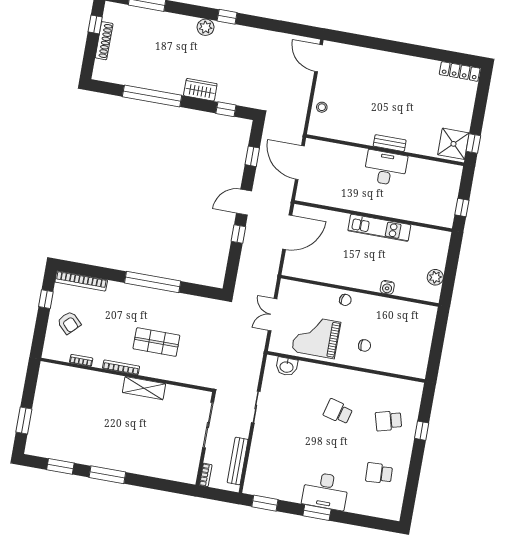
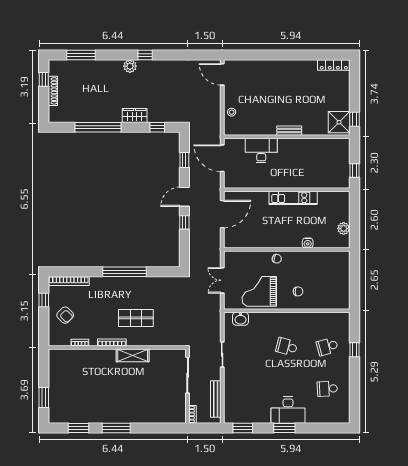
desk: (386, 168) -> (261, 150), moved

